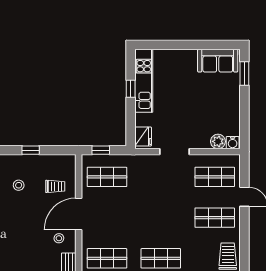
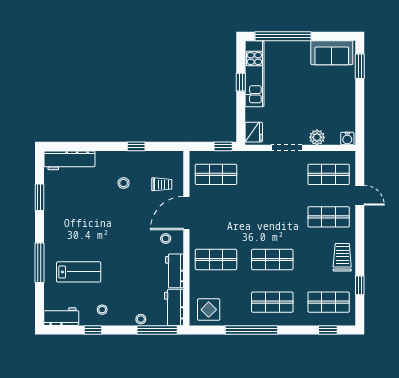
window: (171, 45) -> (283, 36), added
plant: (218, 141) -> (317, 137), moved
window: (101, 150) -> (223, 146), moved

